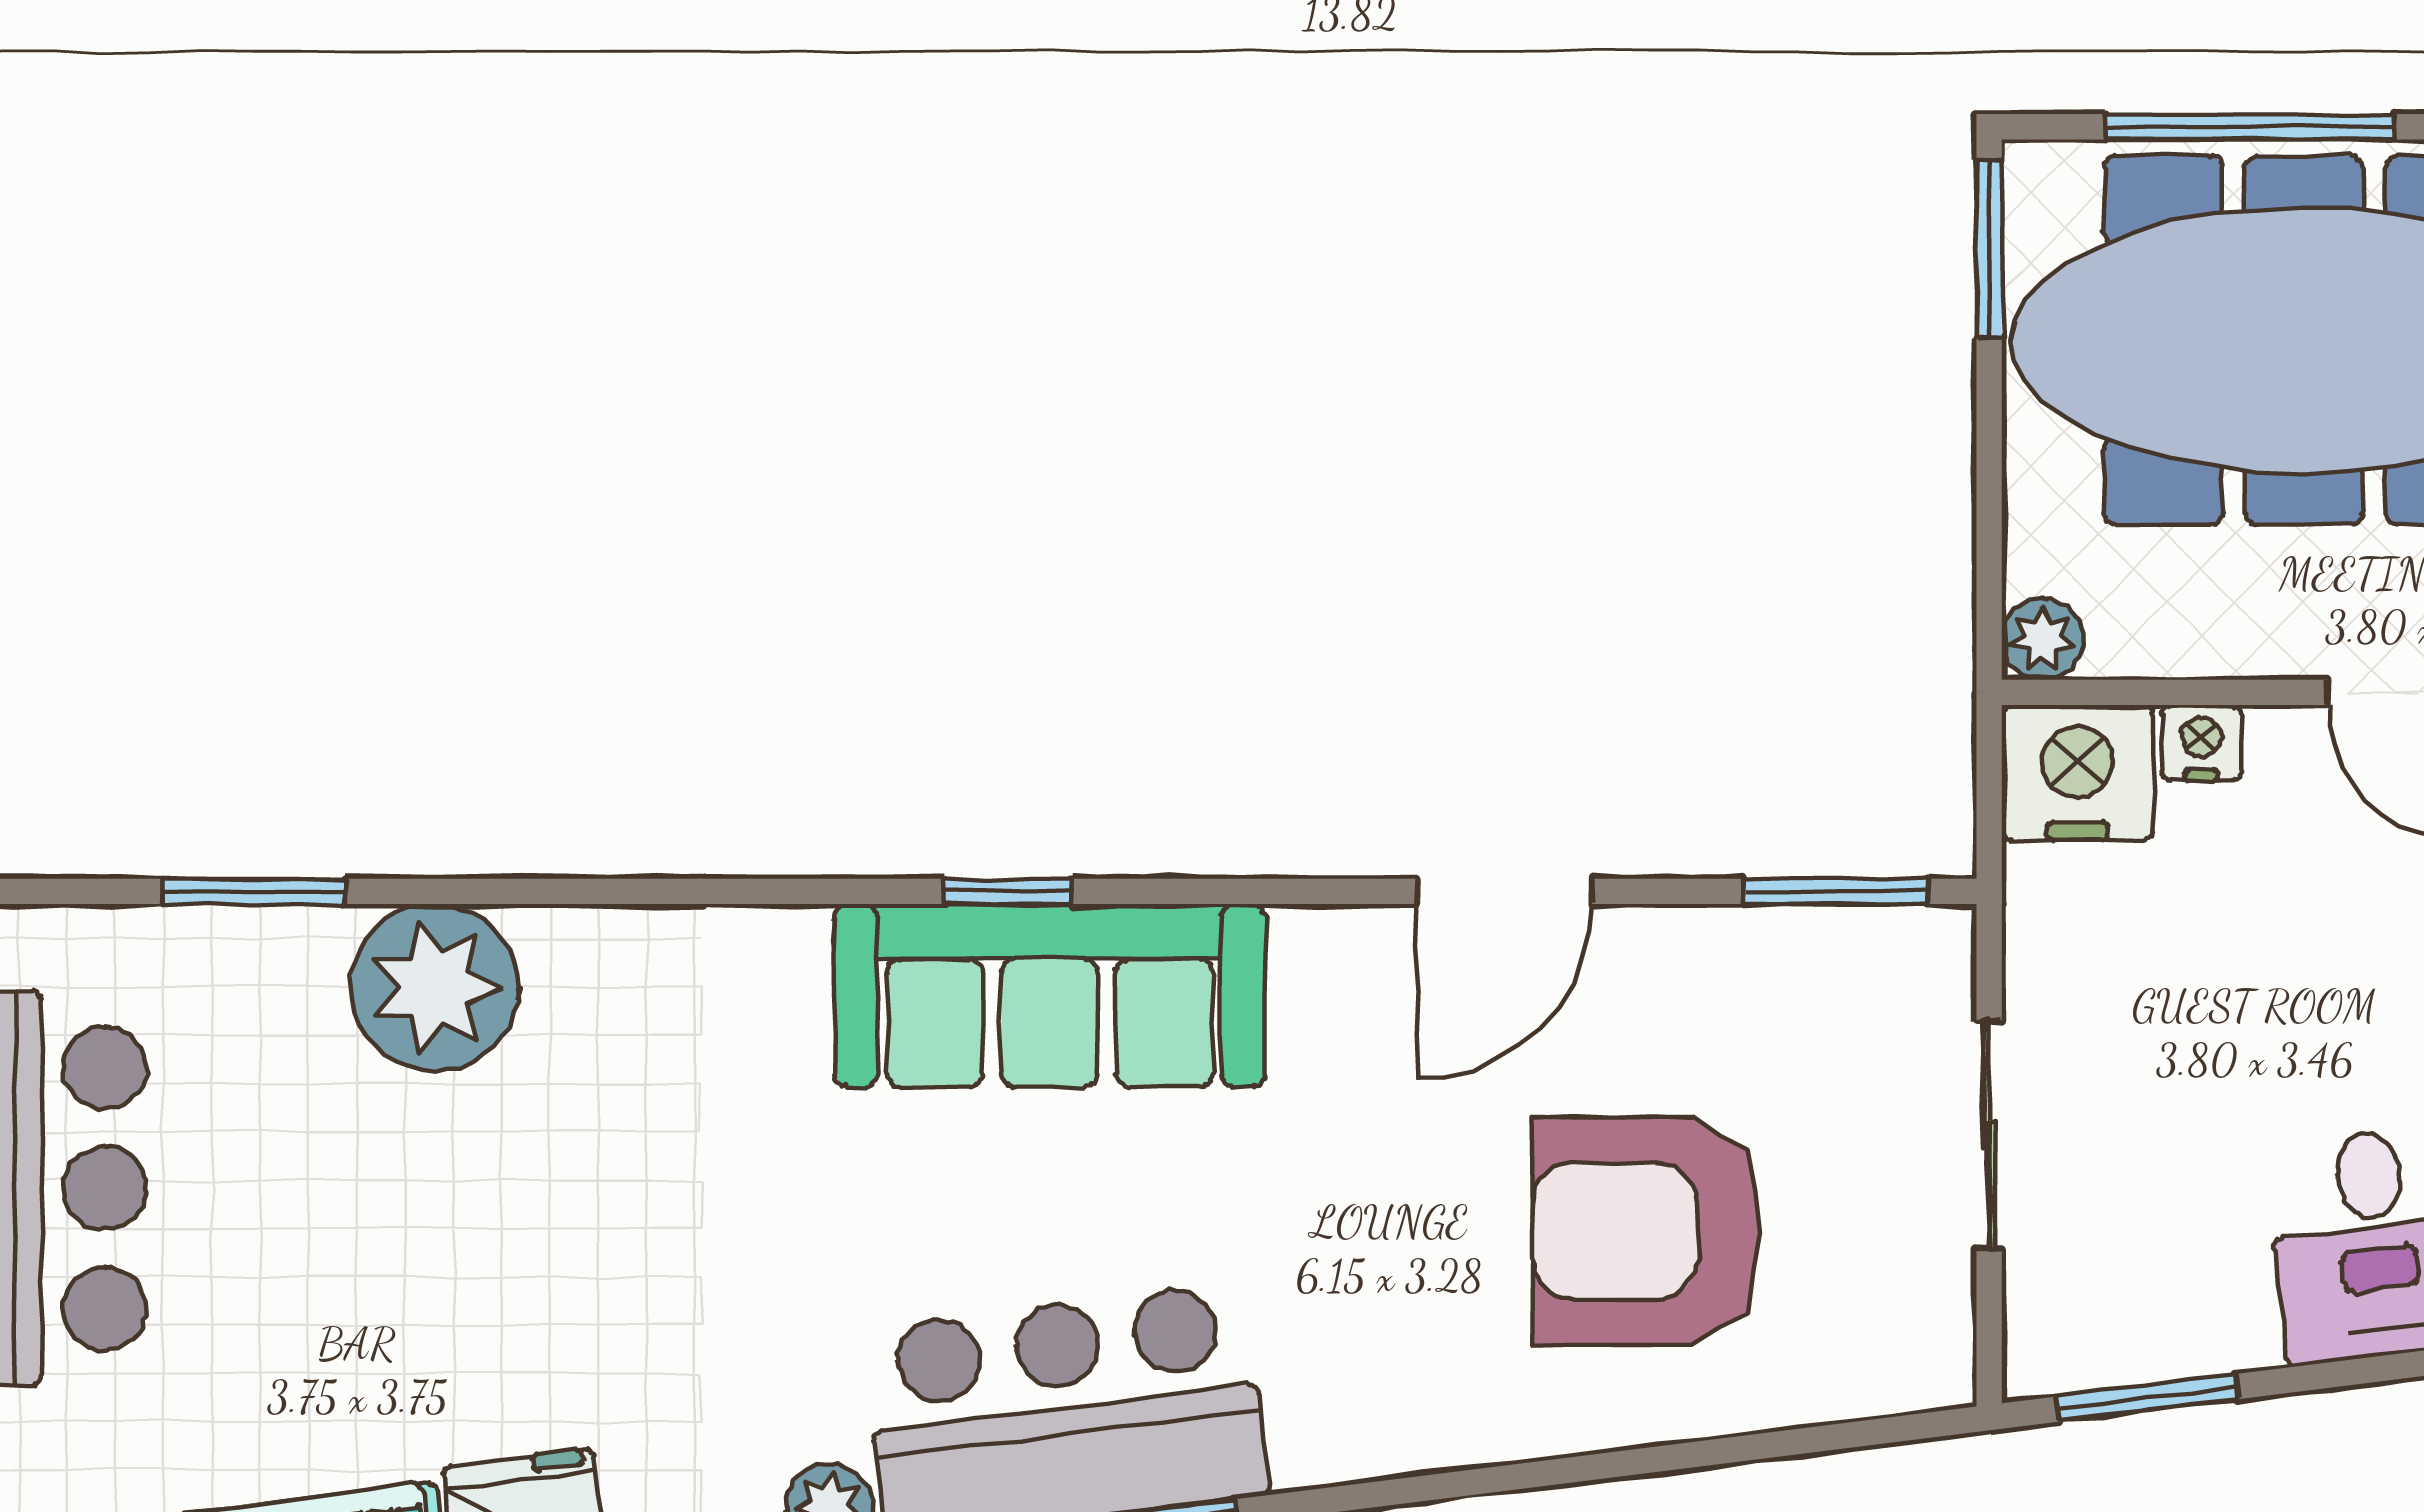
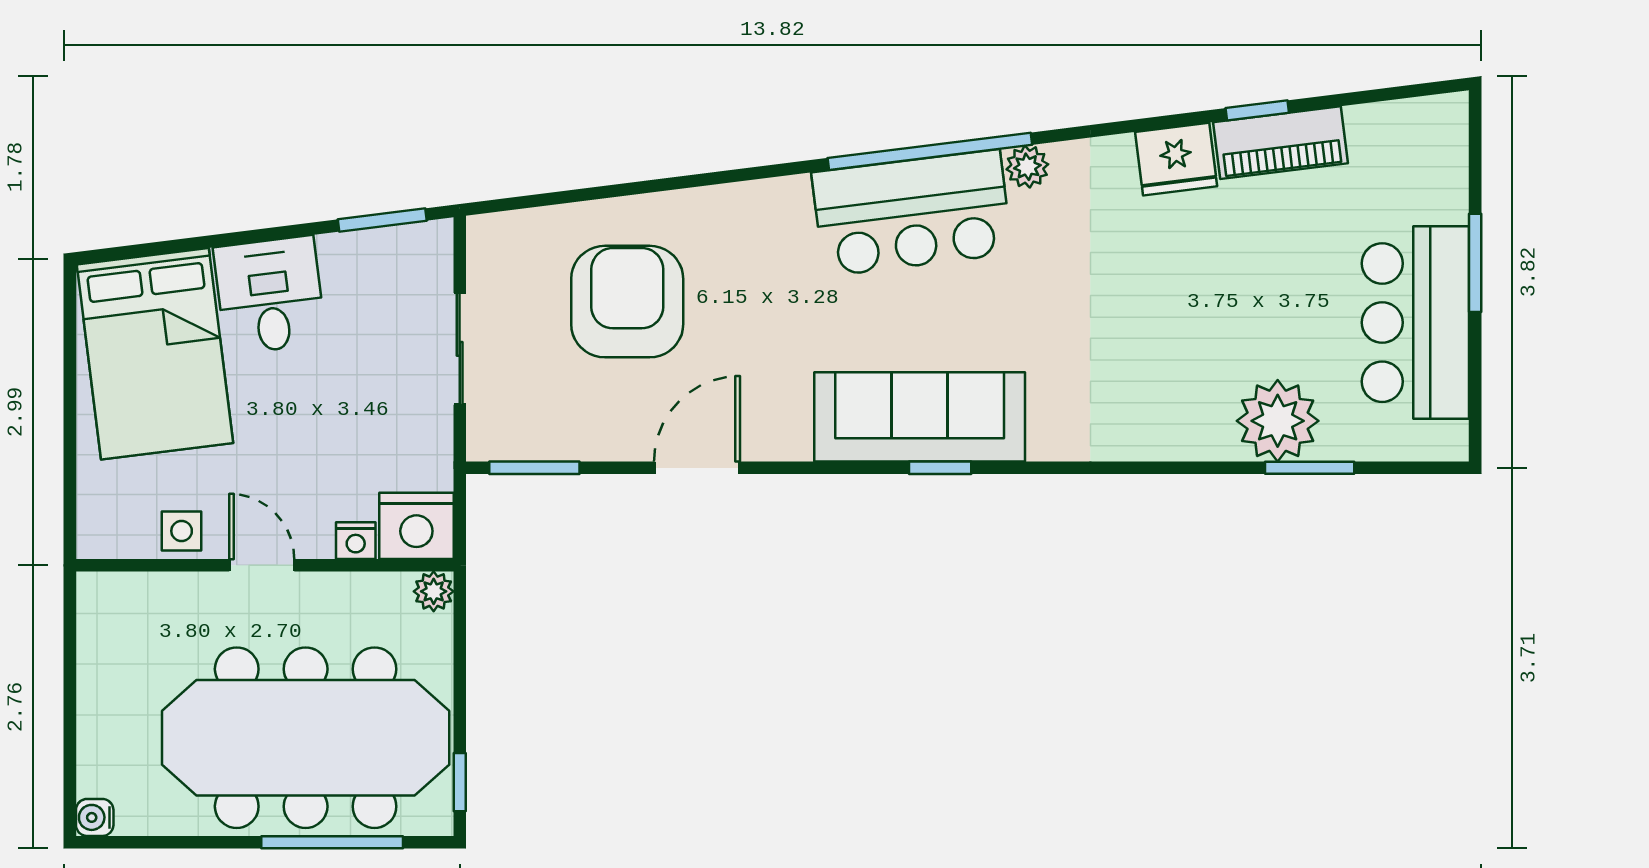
window: (1989, 249) -> (460, 782), width x0.67
plant: (435, 988) -> (1278, 421), moved
armchair: (1647, 1231) -> (627, 302), turned -90

